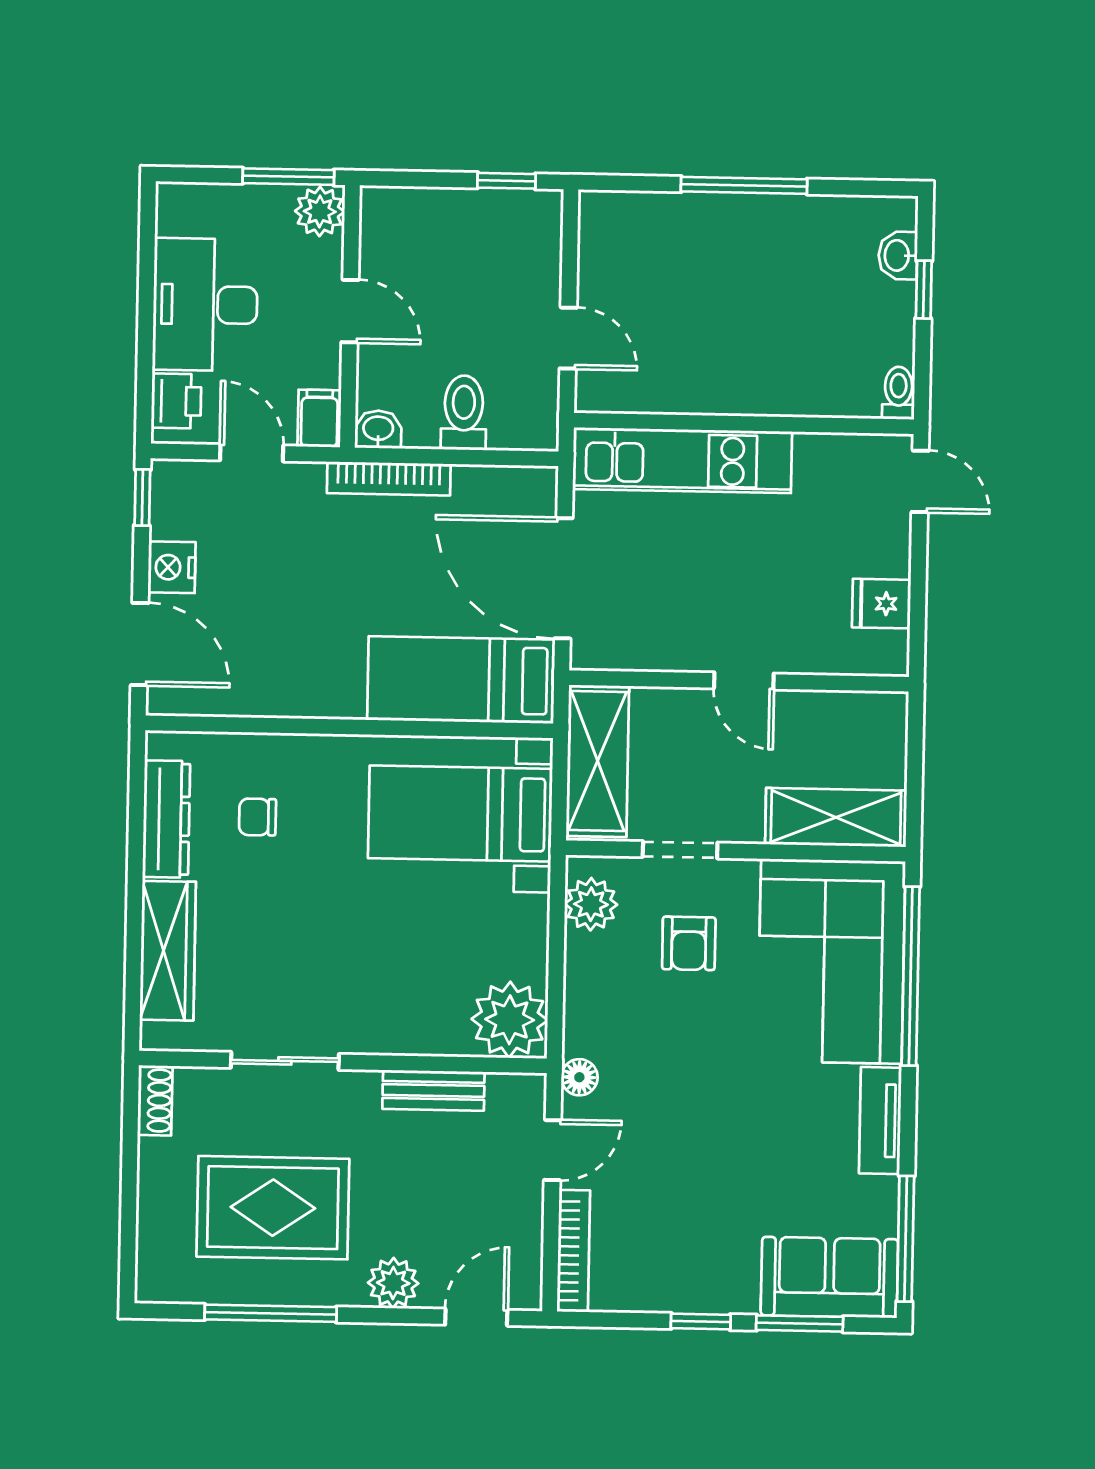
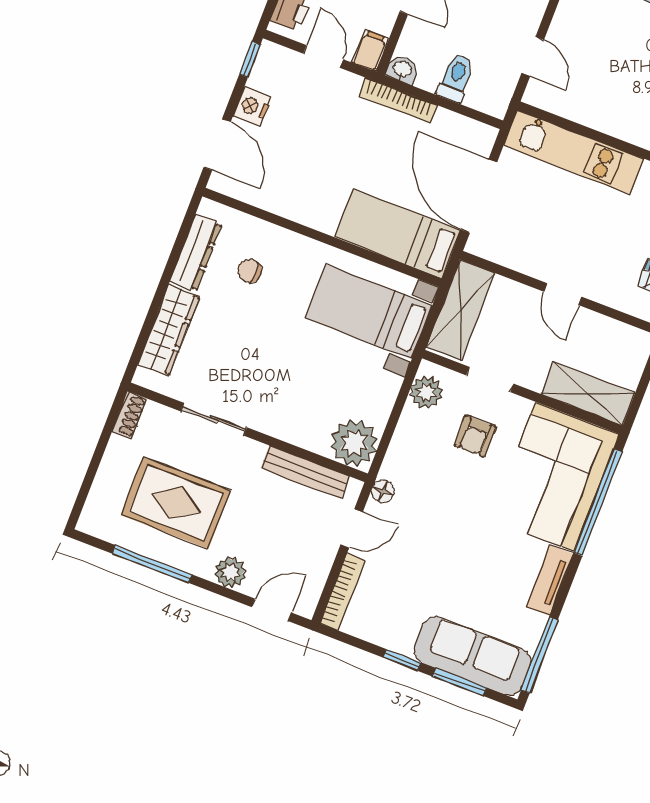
bench: (433, 1090) -> (305, 472), width x1.36
sofa: (829, 1277) -> (472, 656), width x1.36

